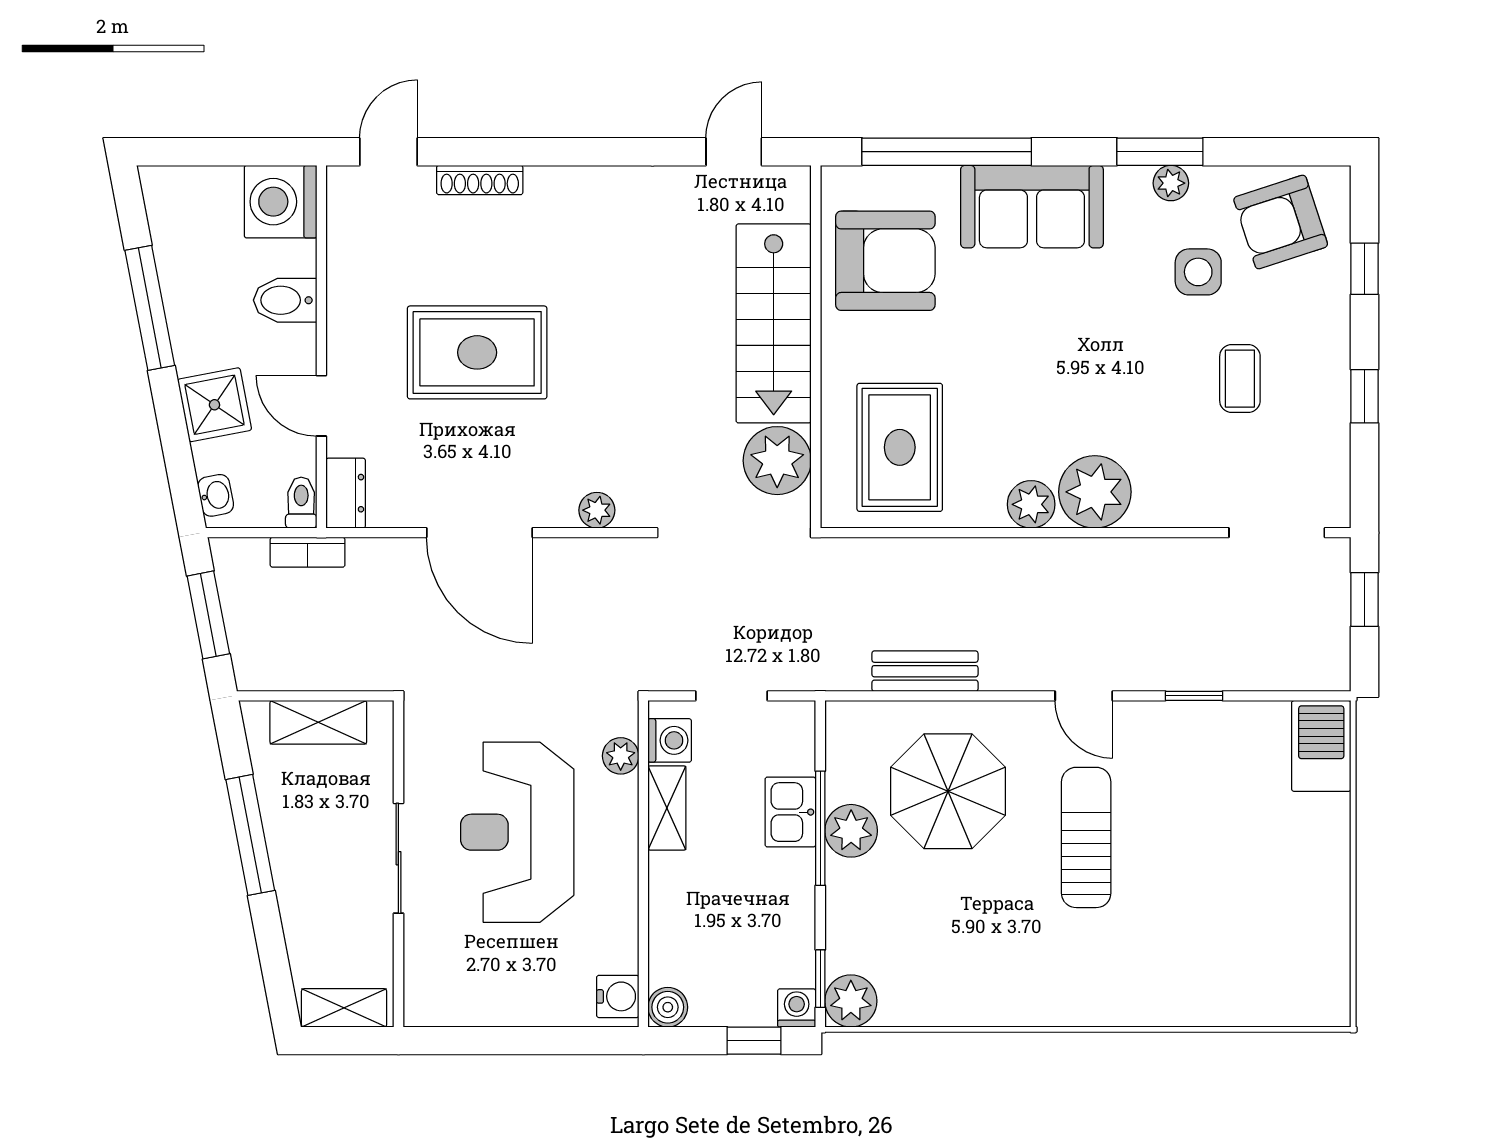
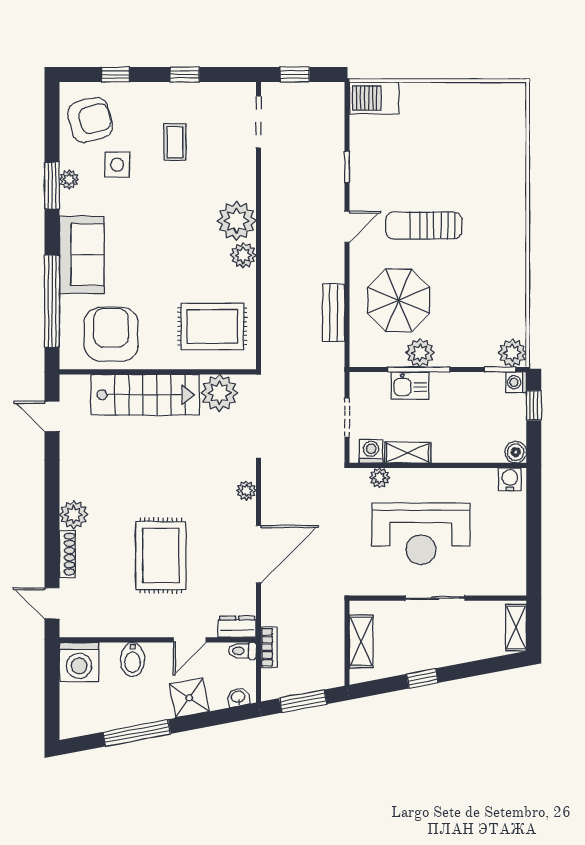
plant: (553, 191) -> (74, 515), added
armchair: (1281, 222) -> (90, 120), turned -87
coffee table: (1240, 379) -> (175, 142), turned 90
window: (250, 835) -> (422, 678), width x0.46

